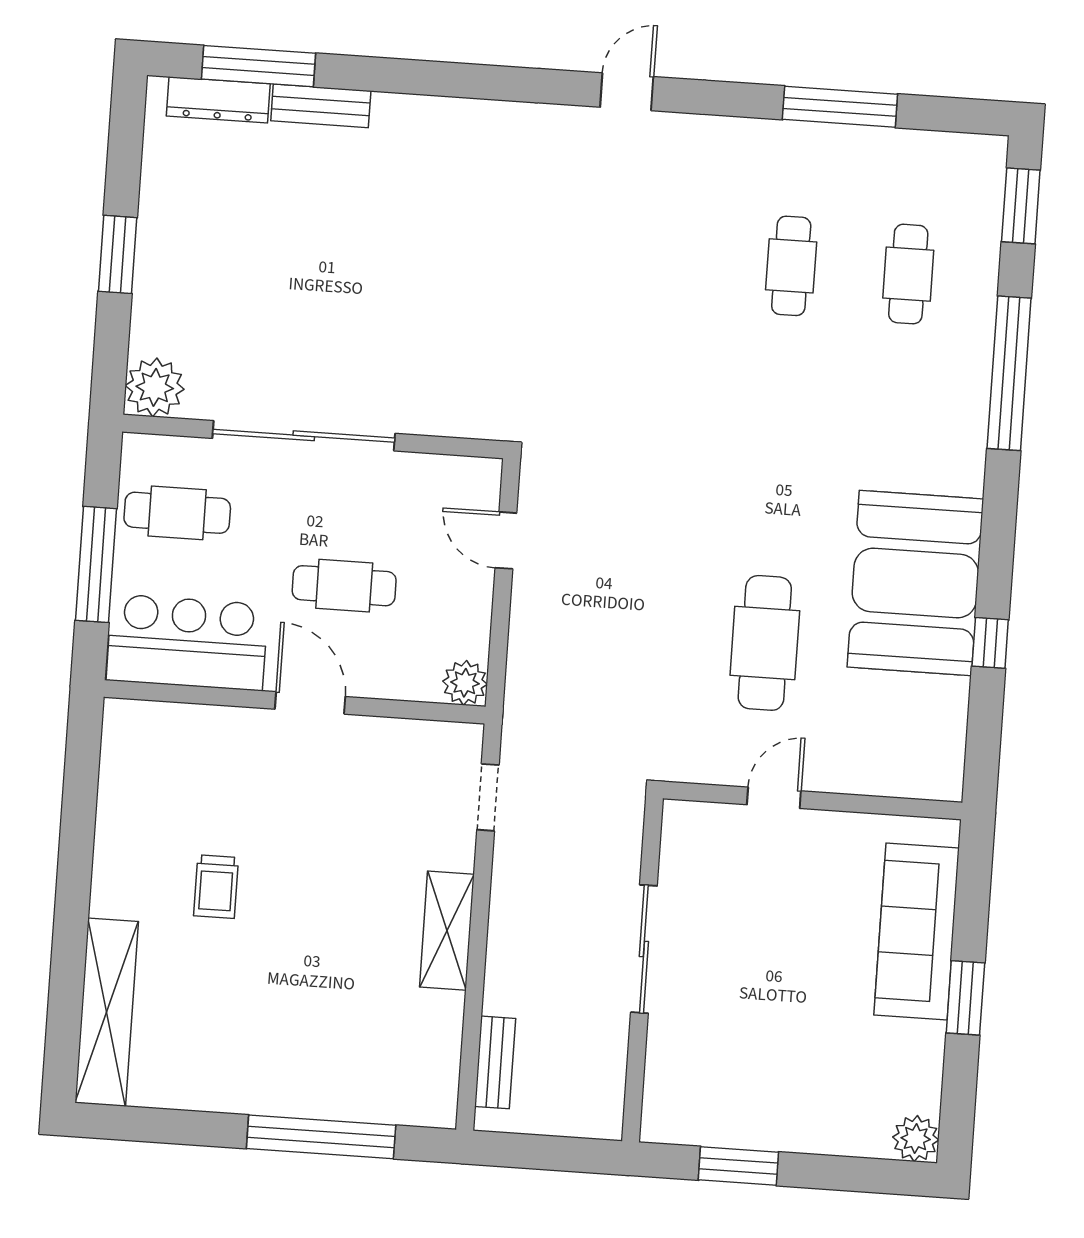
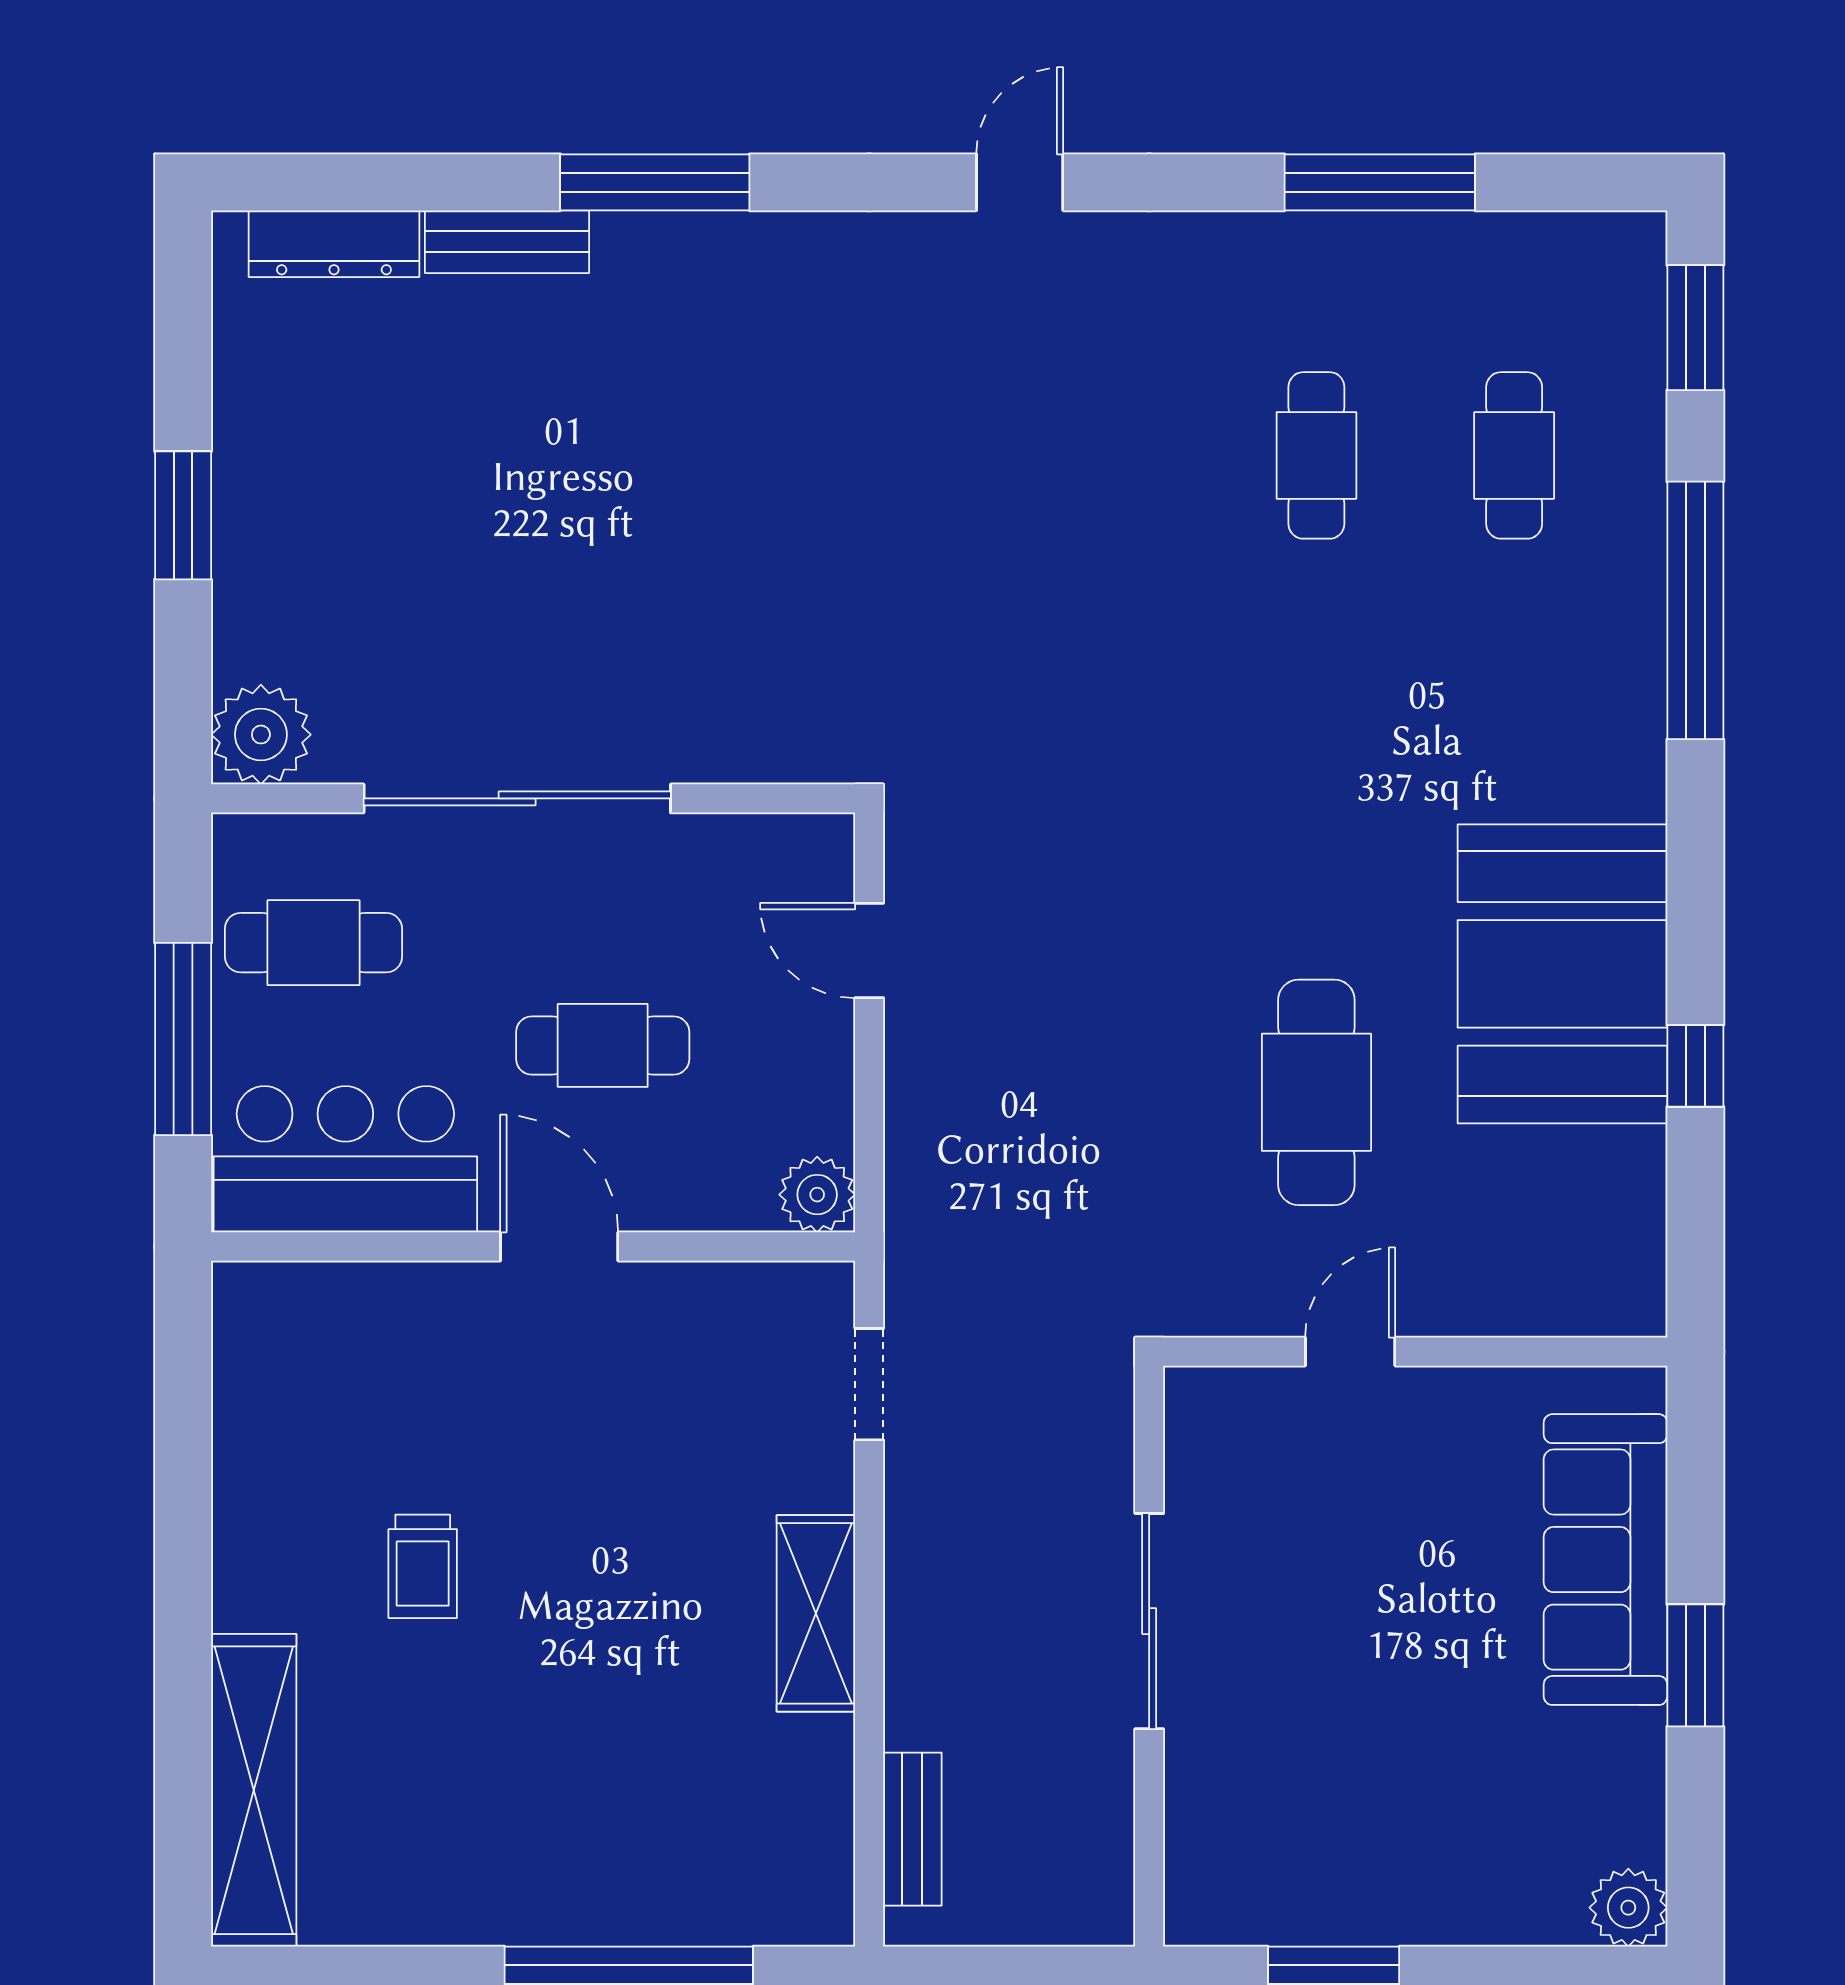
window: (258, 66) -> (655, 182), moved

